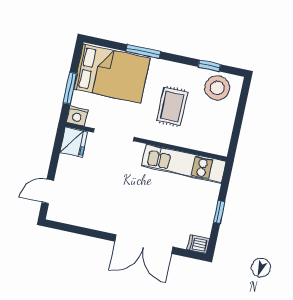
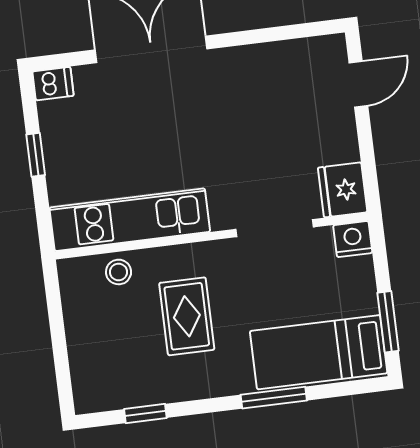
bed: (112, 74) -> (319, 352), width x0.67
window: (70, 88) -> (388, 322), moved
stool: (217, 88) -> (119, 272), moved, width x0.53, depth x0.53

